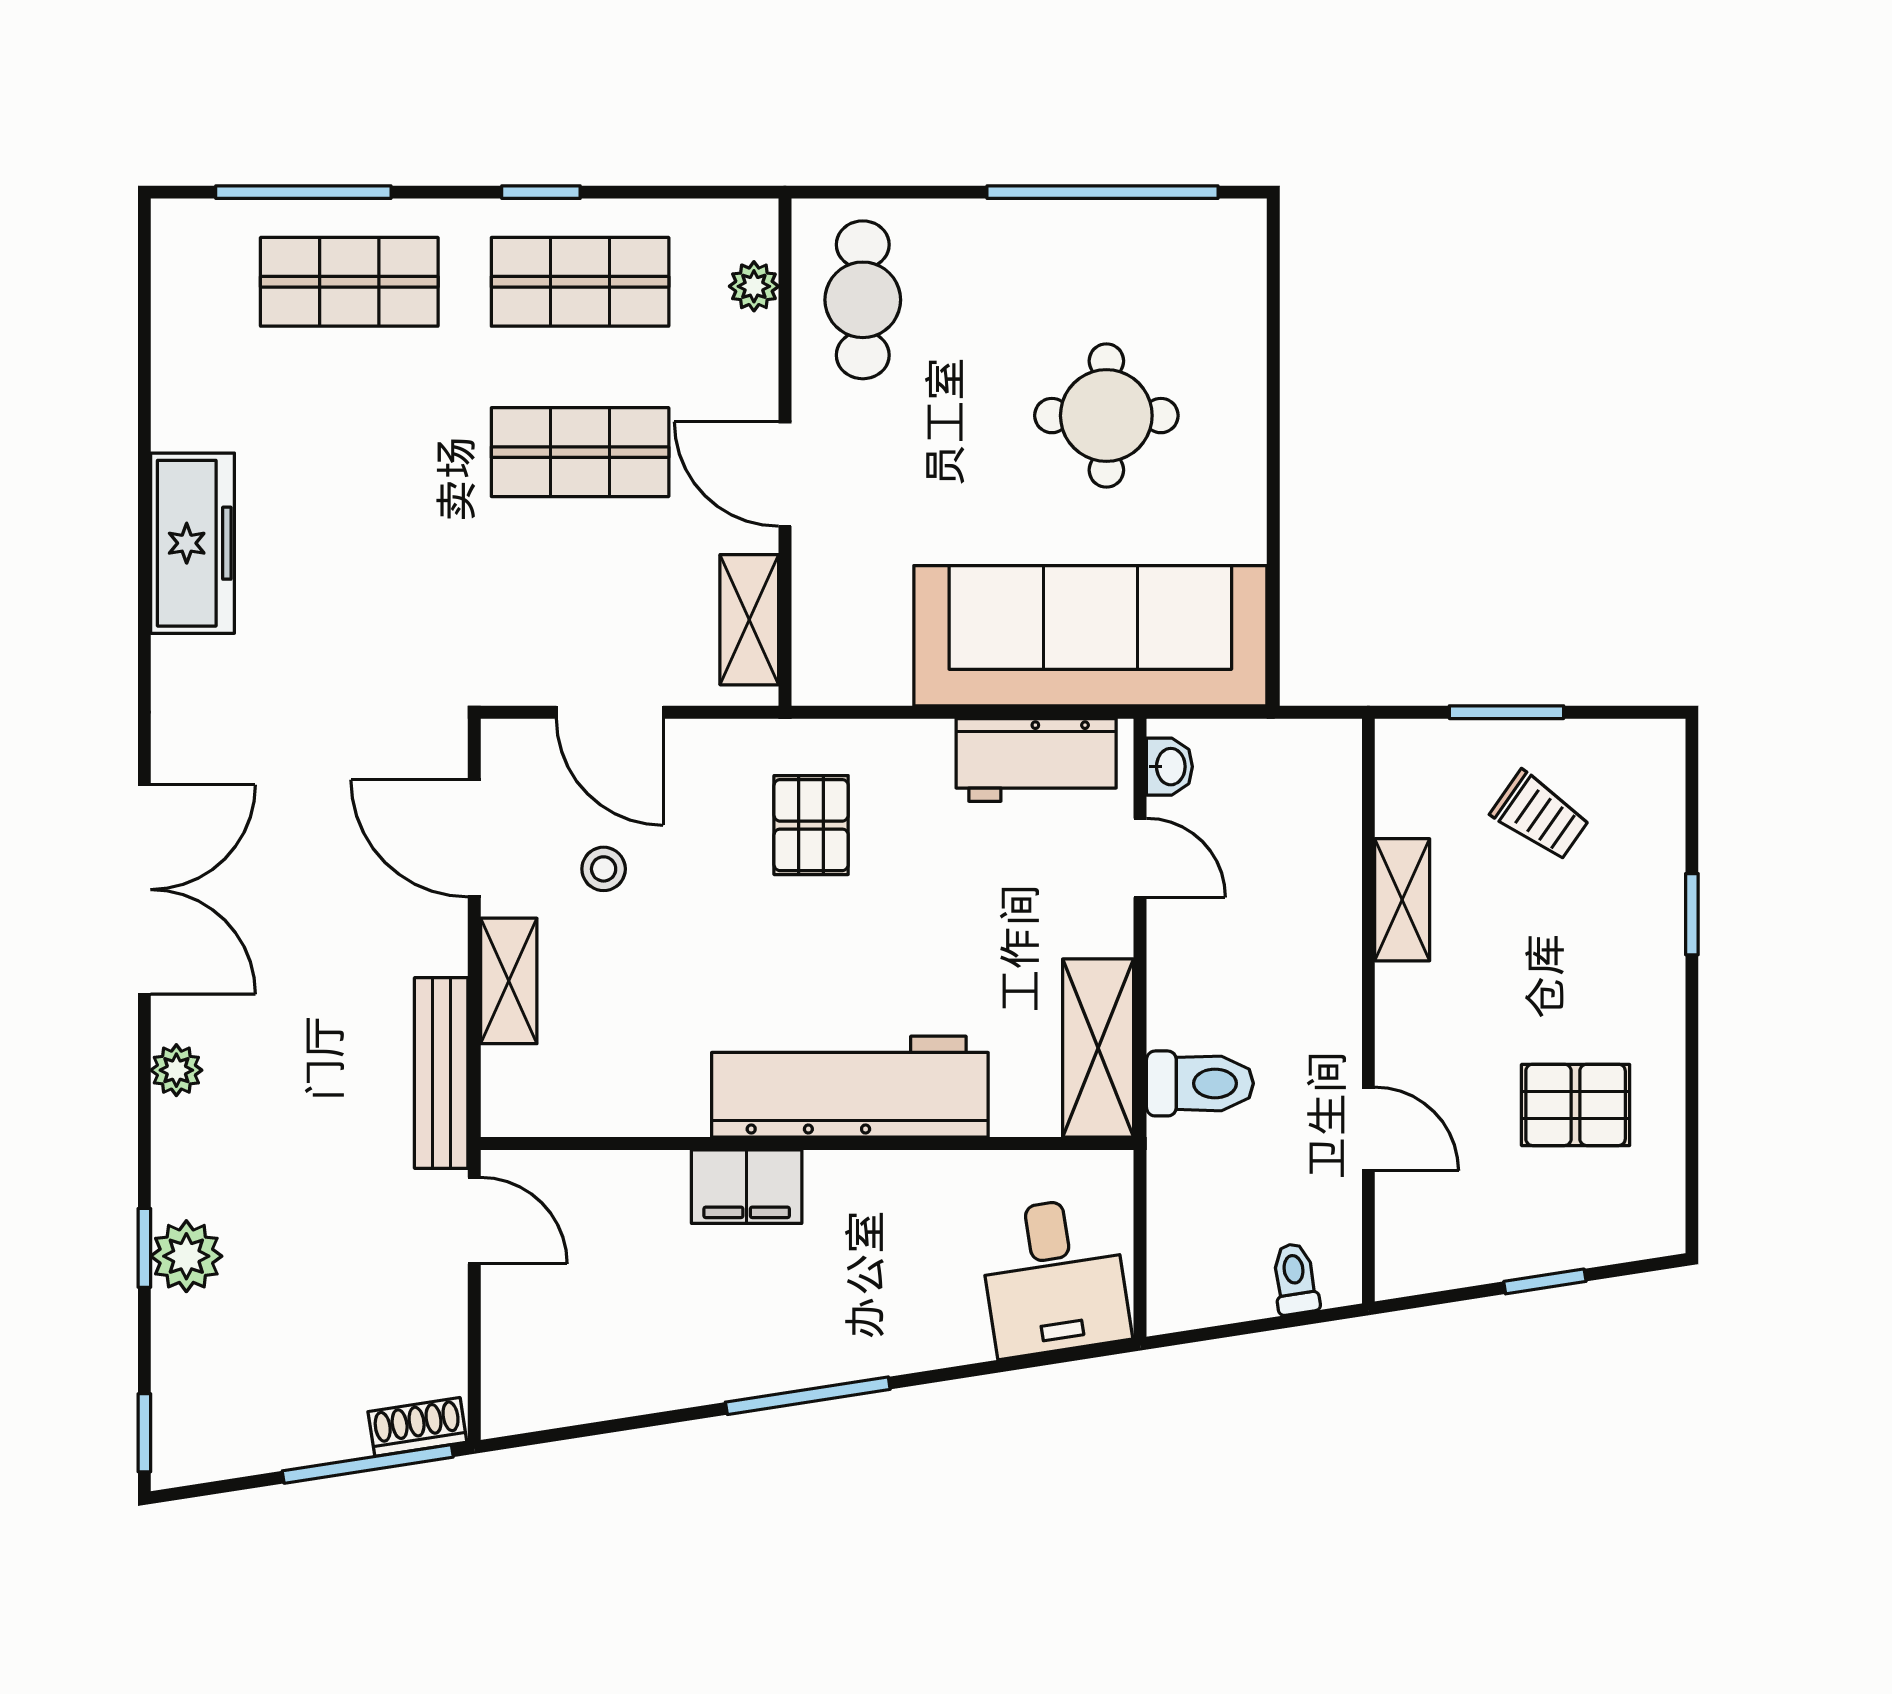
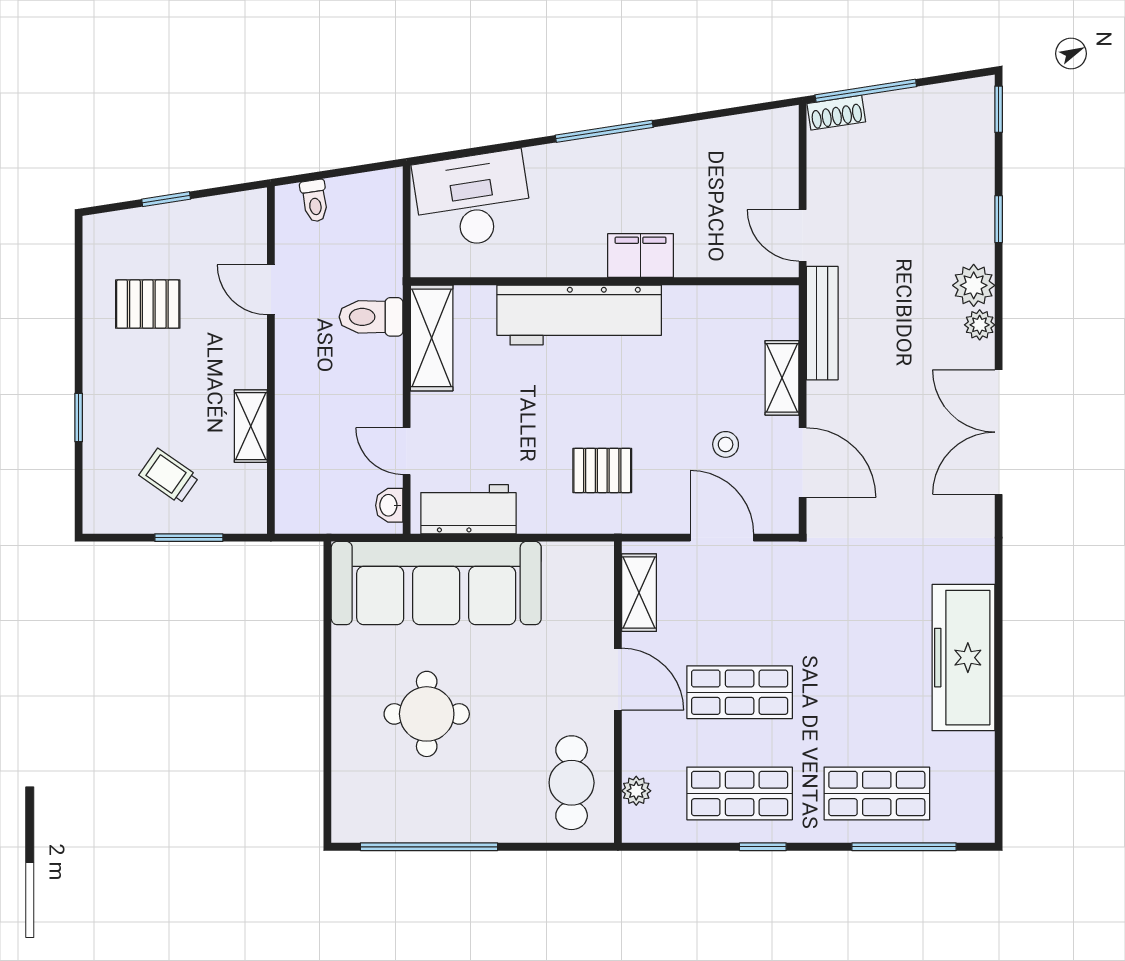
freezer: (193, 543) -> (963, 658), width x1.36, depth x1.26
pallet: (811, 825) -> (602, 470), turned 90
plant: (186, 1256) -> (974, 285), moved
desk: (1054, 1277) -> (473, 200), width x1.37

